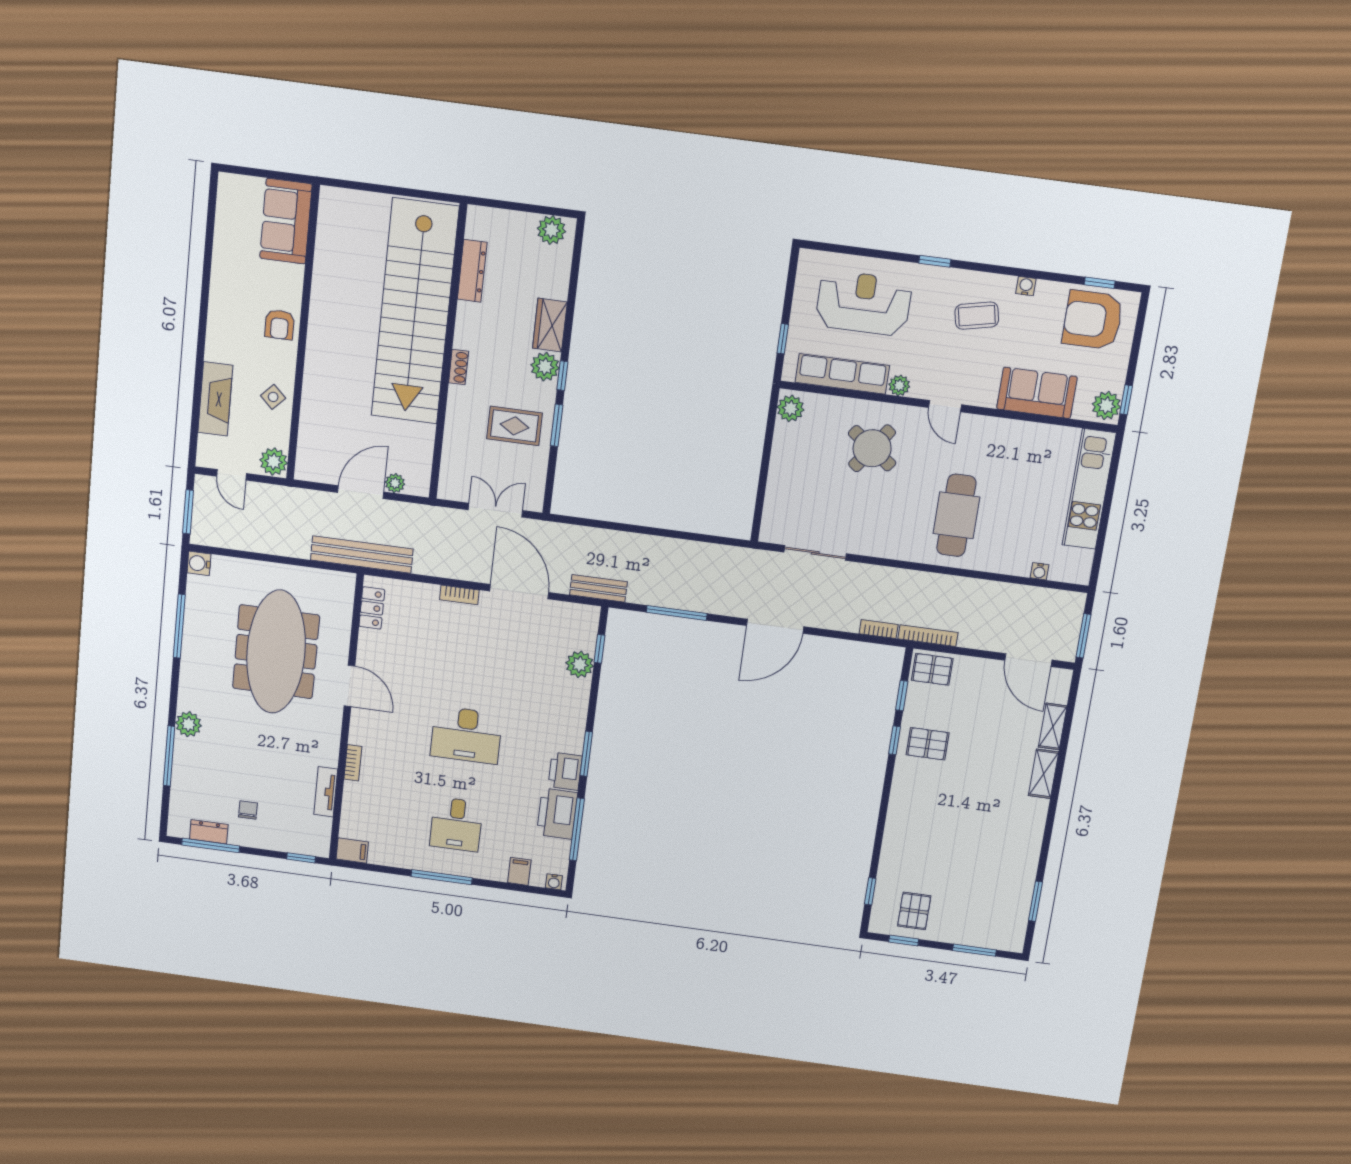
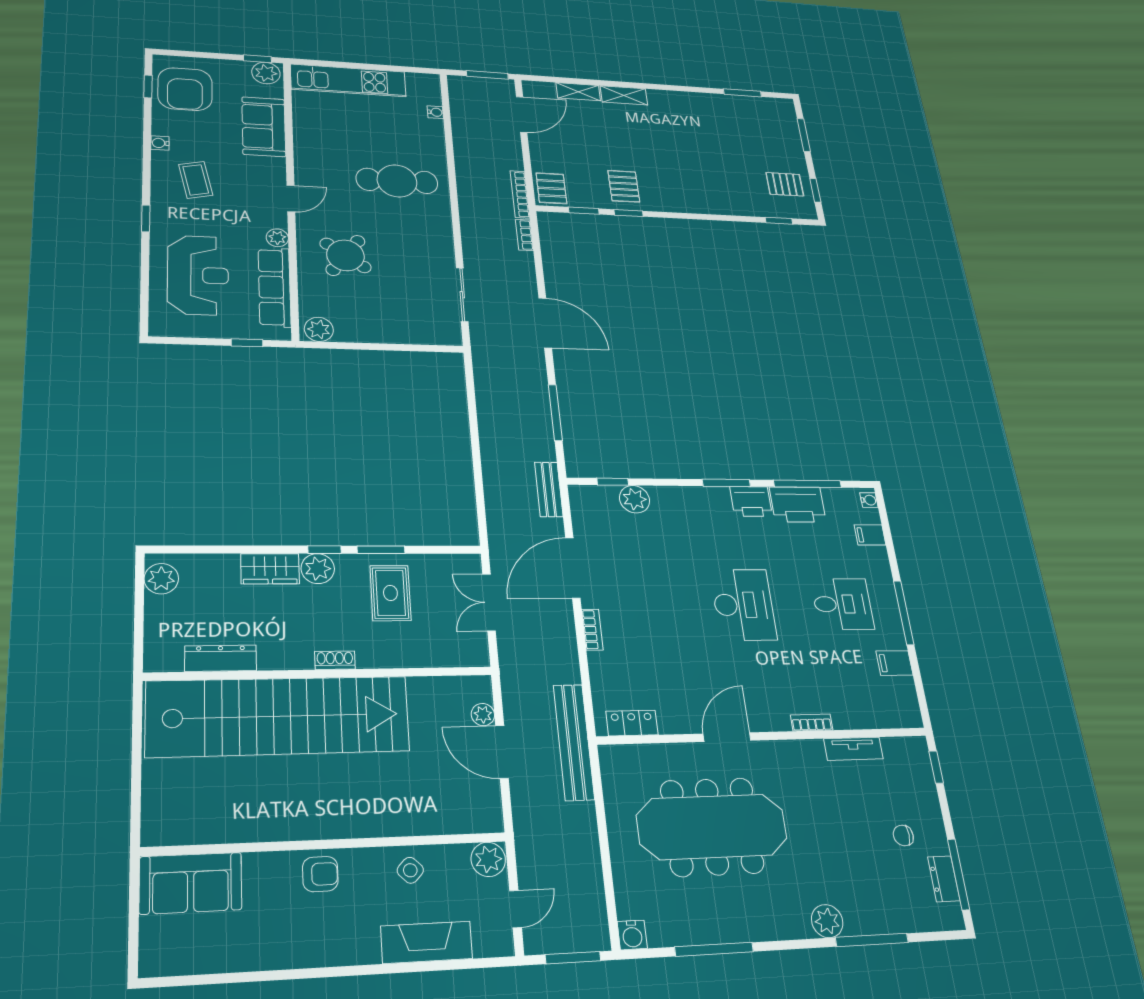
reception desk: (864, 303) -> (198, 275), turned 180
filing cabinet: (352, 851) -> (894, 663), moved, turned -90

